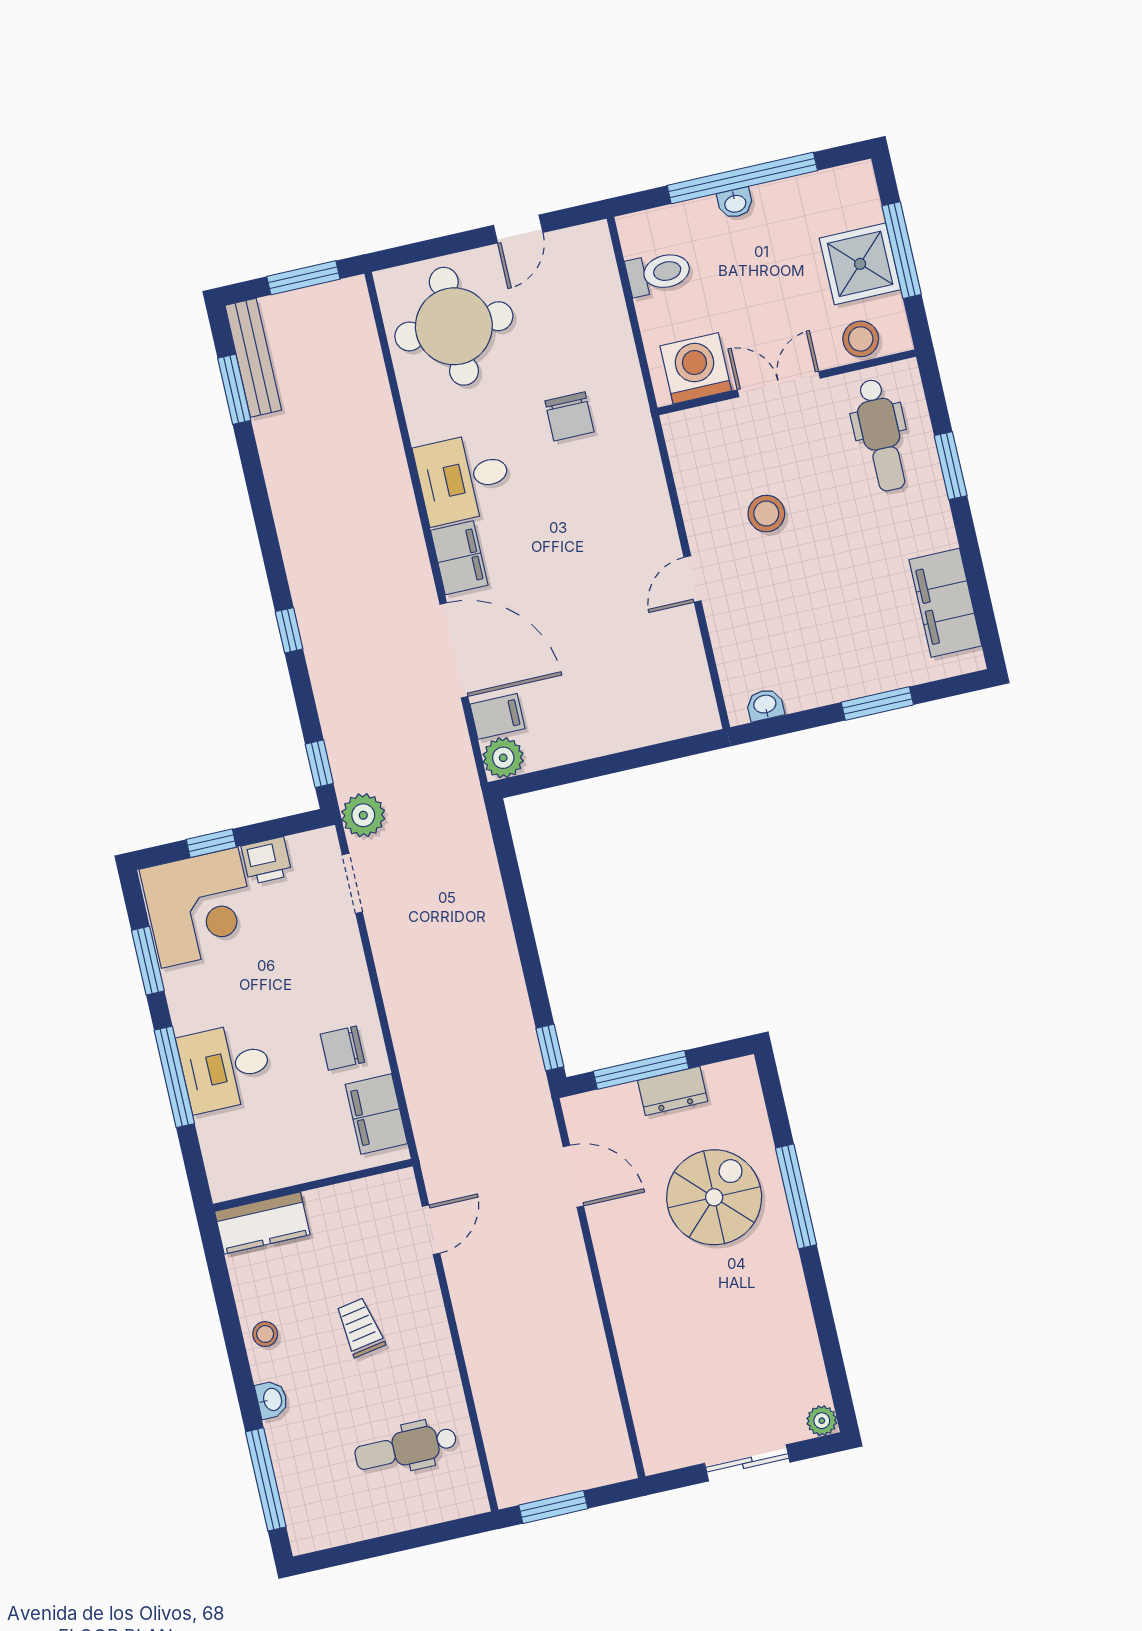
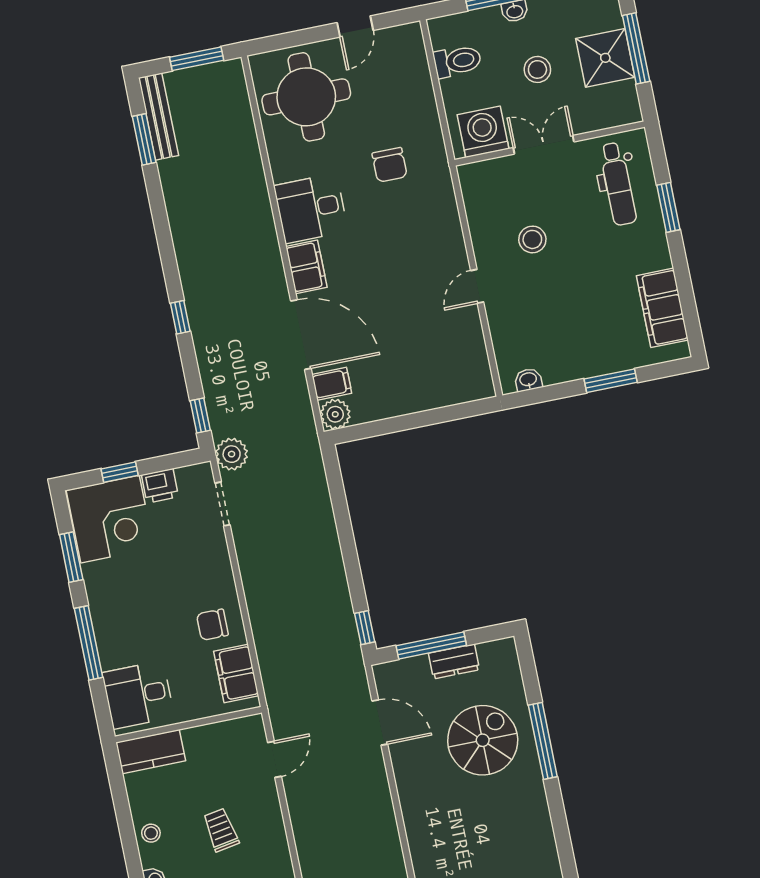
stool: (861, 339) -> (537, 69), moved
desk: (226, 1067) -> (138, 695), moved

